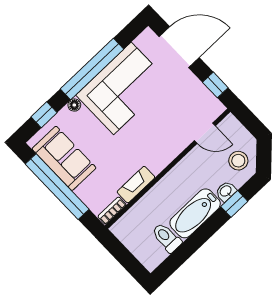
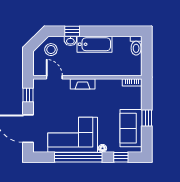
fireplace: (136, 185) -> (83, 84), moved
window: (57, 187) -> (147, 118), width x0.32
toilet: (167, 238) -> (136, 46), moved

